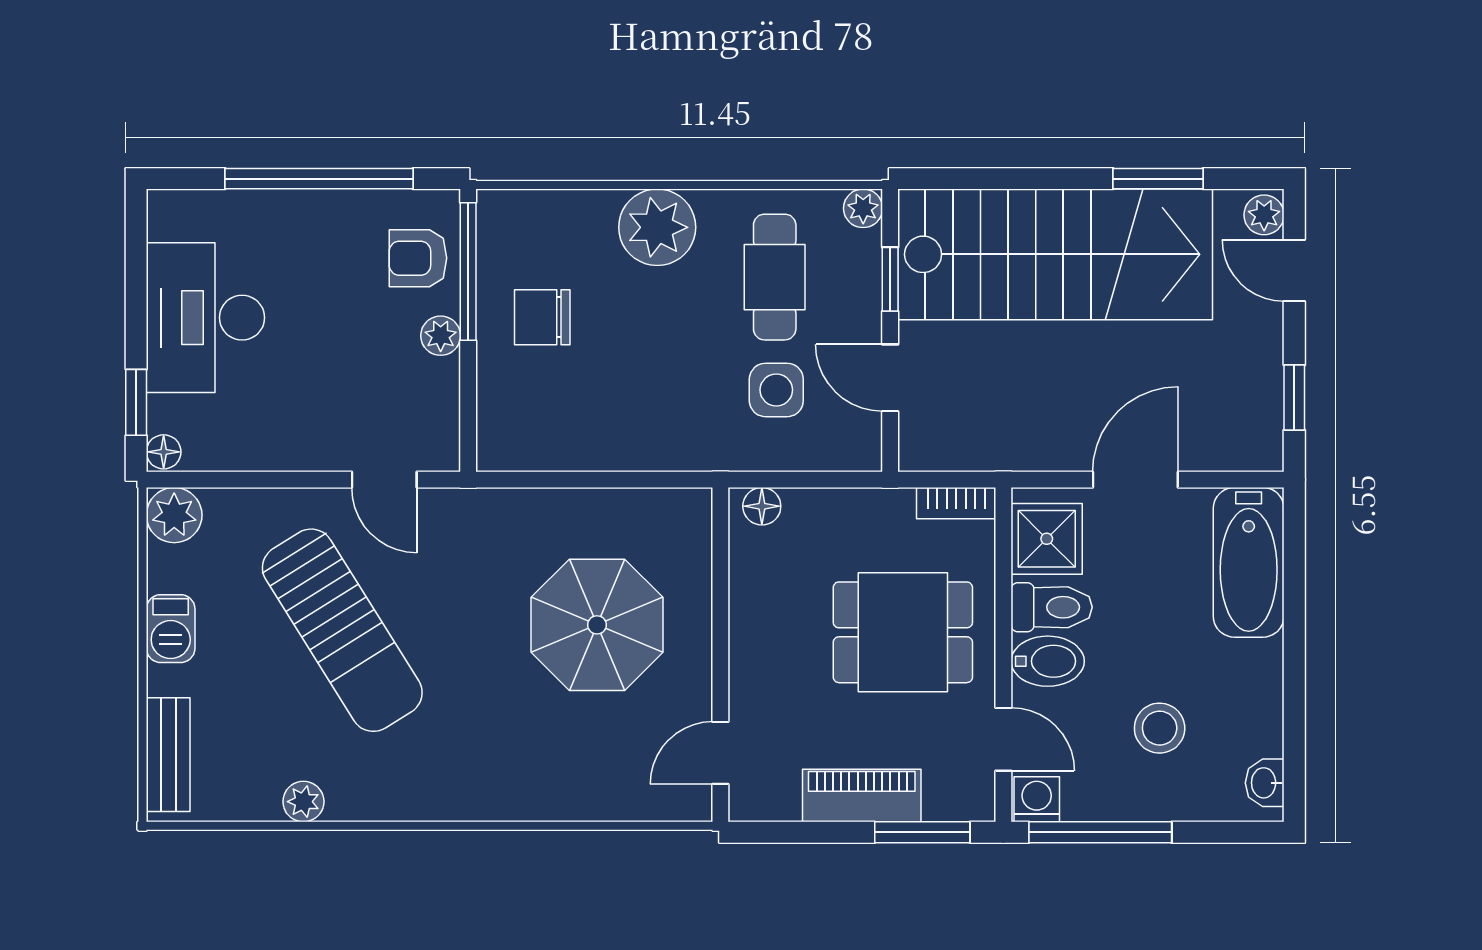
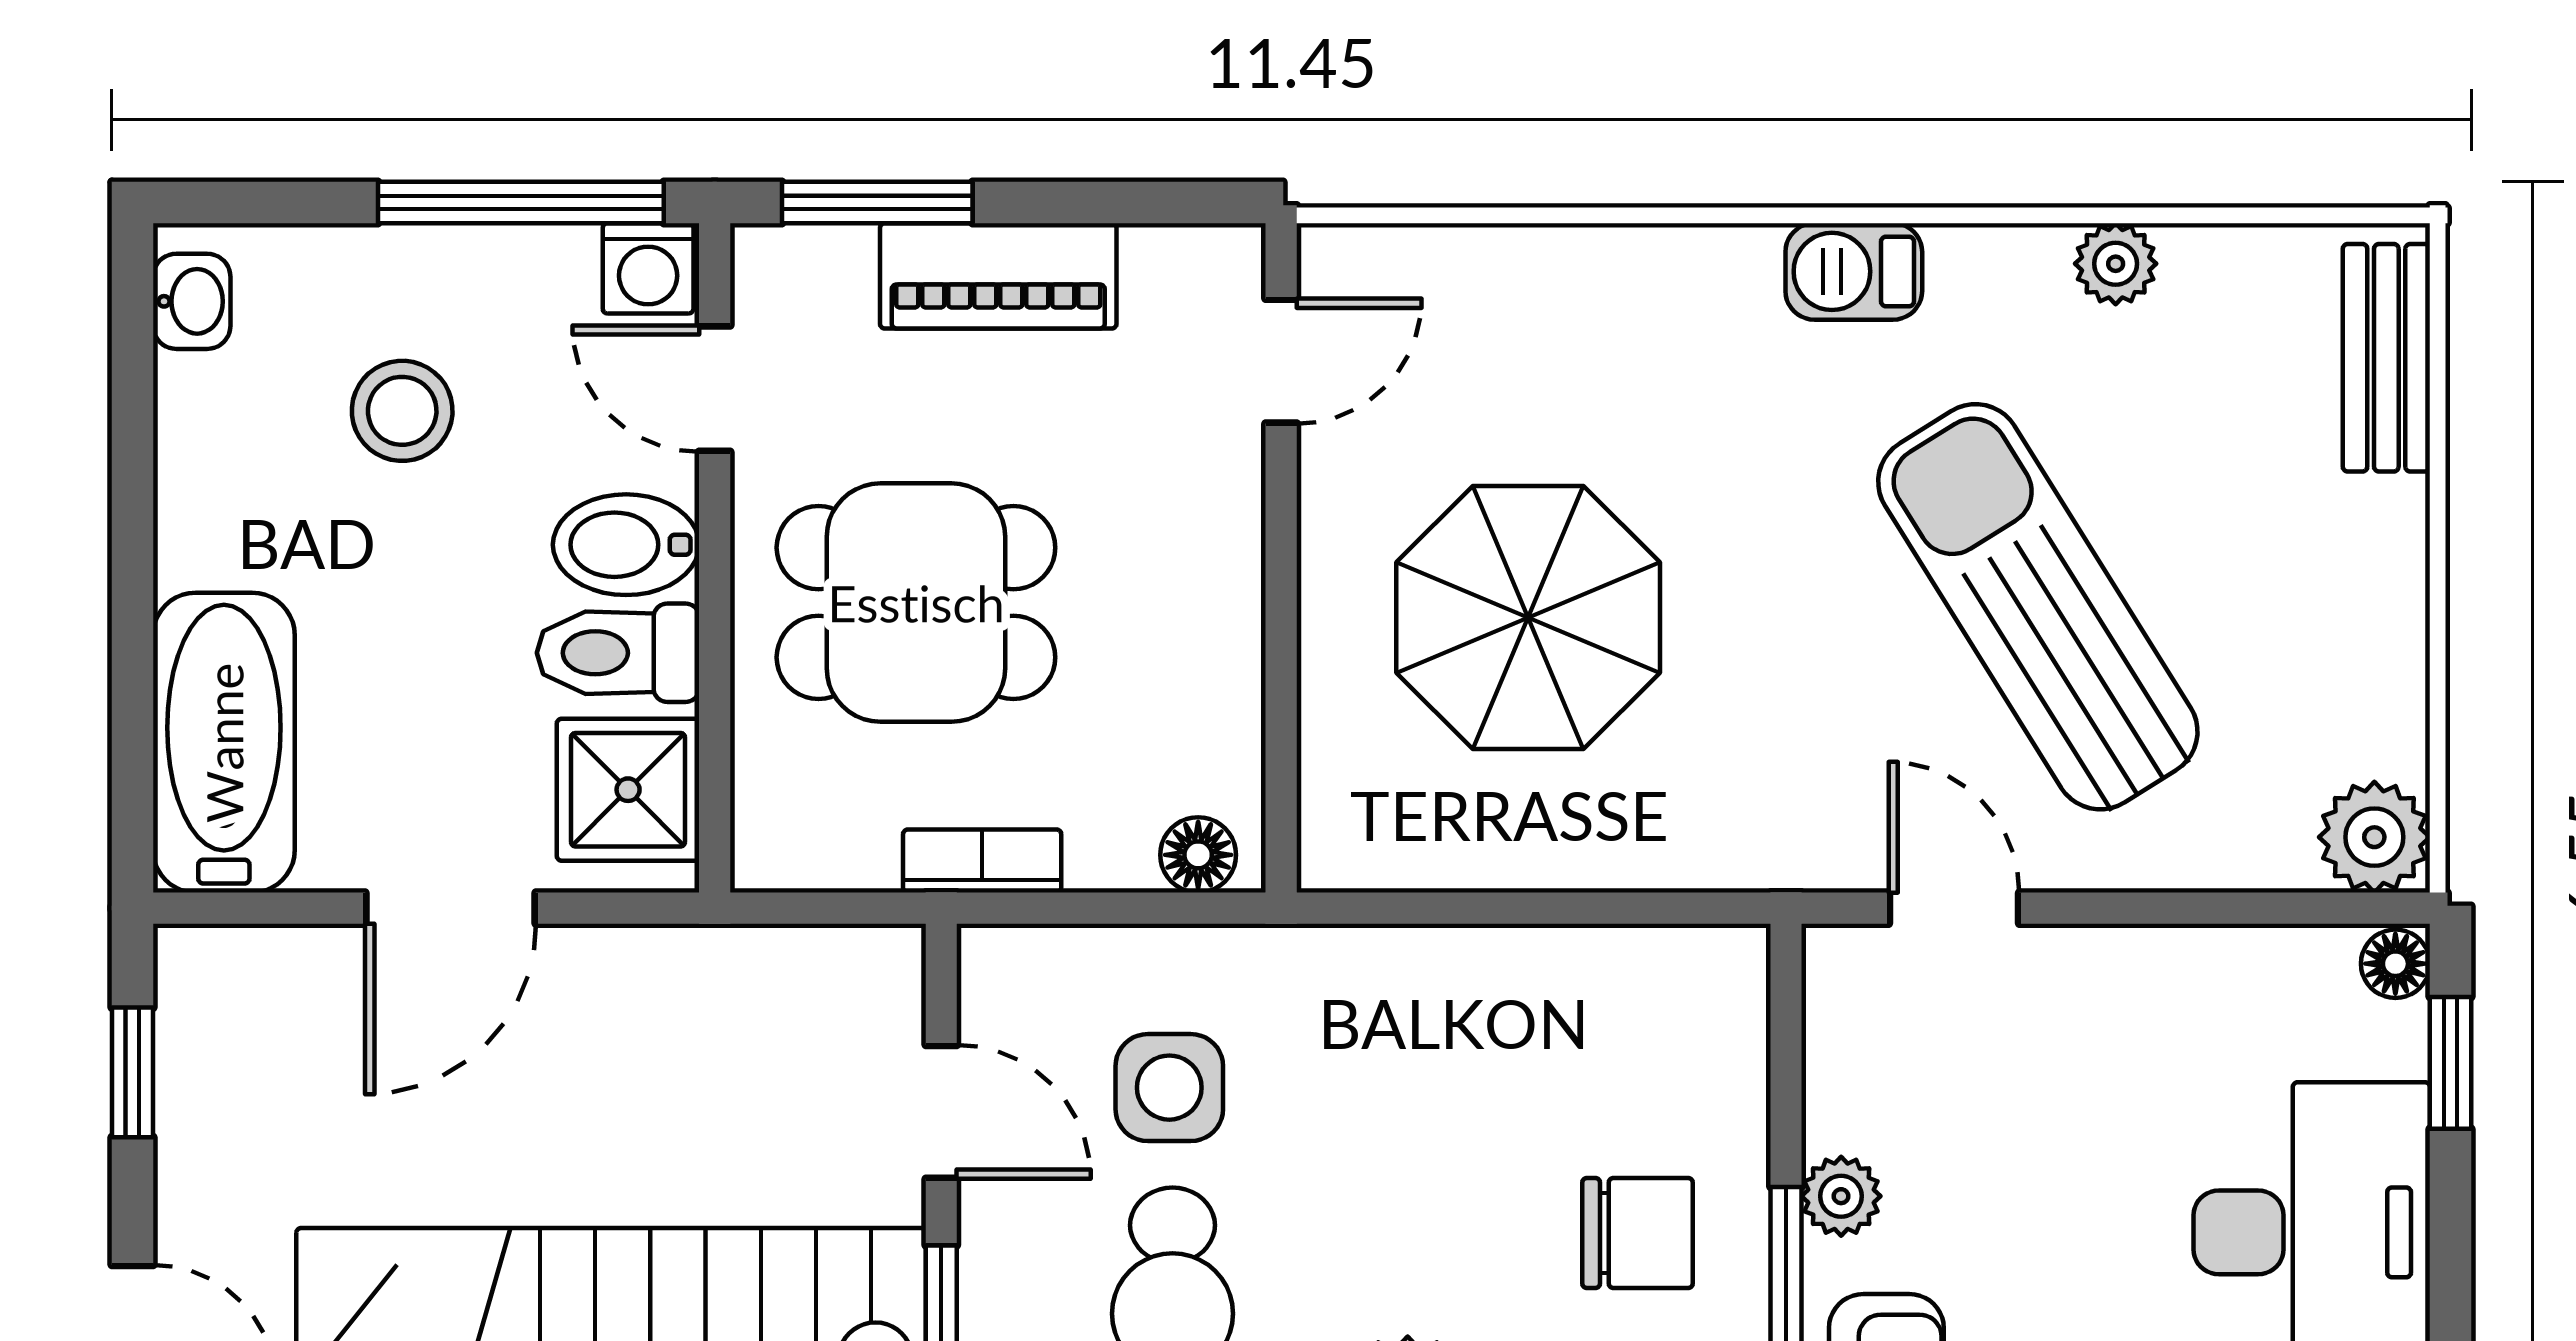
bookcase: (956, 503) -> (982, 861), moved
barbecue: (171, 629) -> (1854, 271), moved, turned -90

